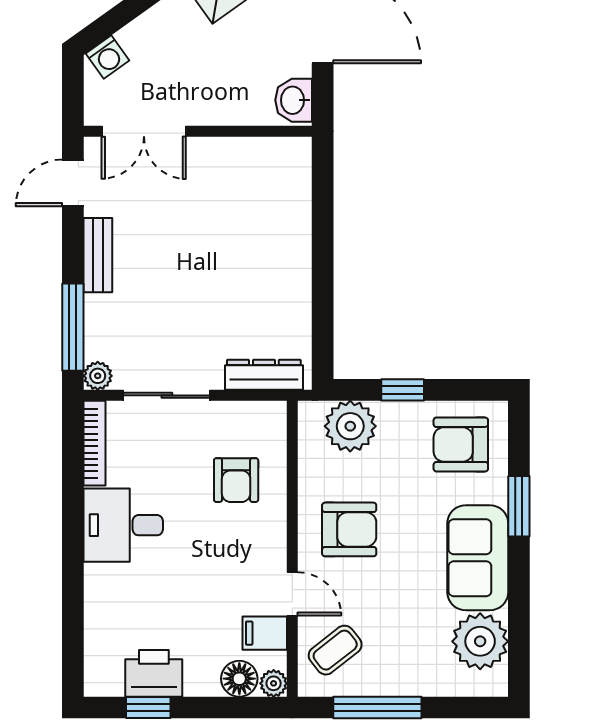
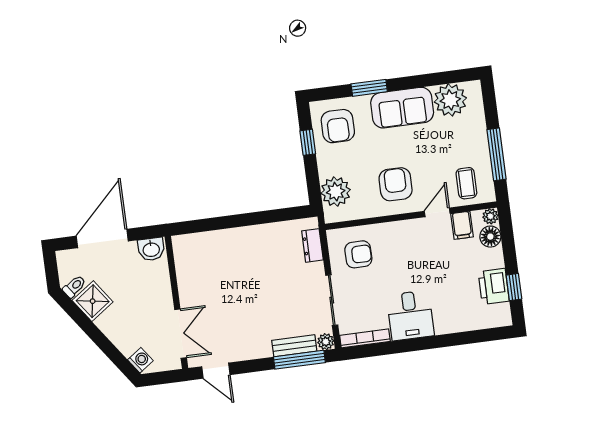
bench: (98, 255) -> (294, 346), moved
dresser: (264, 375) -> (312, 245), width x0.70
window: (403, 390) -> (308, 142), moved
armchair: (236, 480) -> (358, 254), moved
coffee table: (335, 650) -> (466, 183), turned 38

